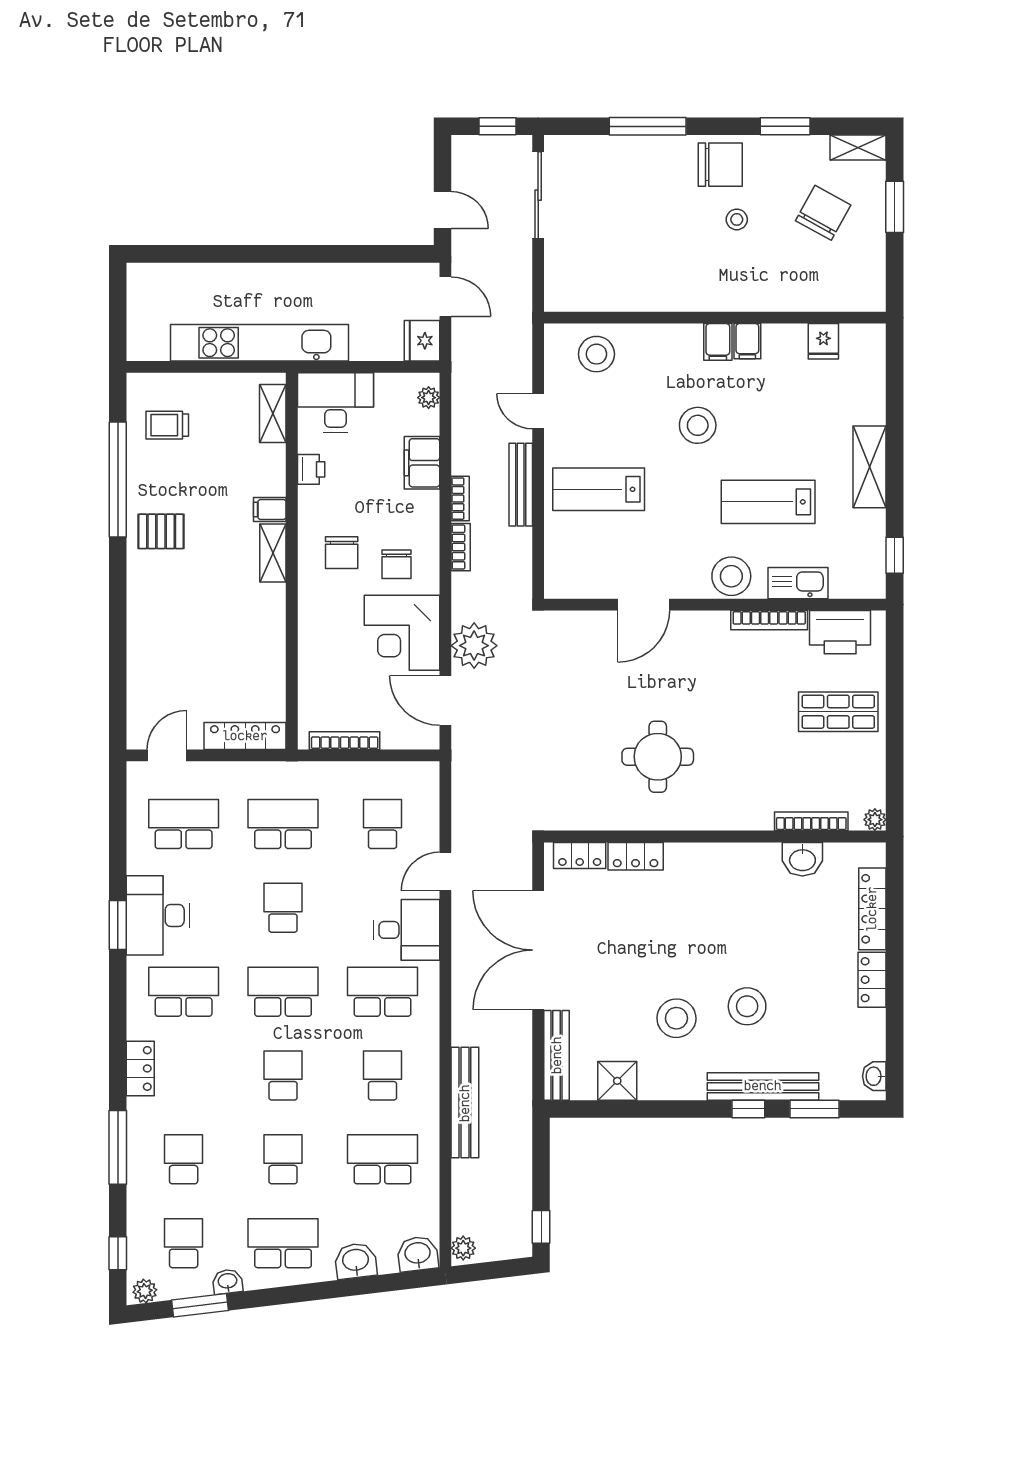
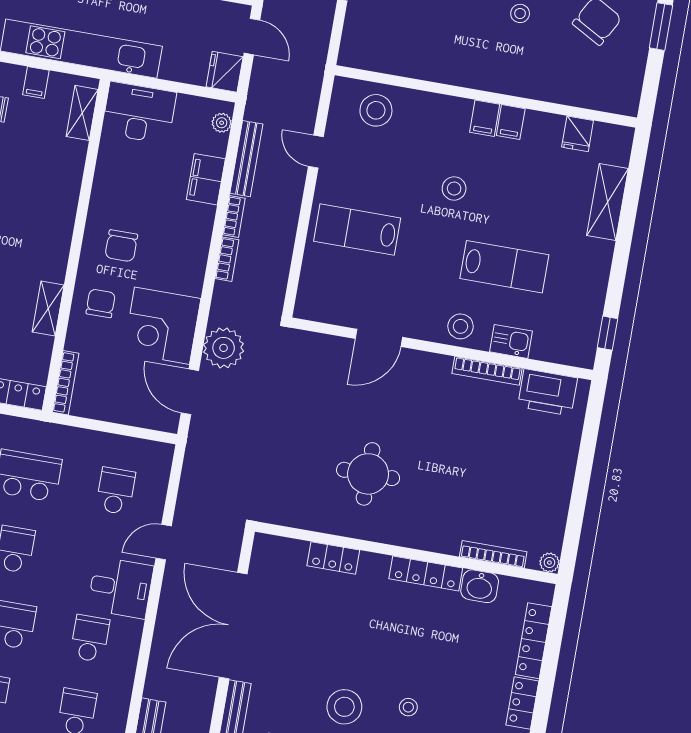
stool: (698, 425) -> (454, 189), width x0.73, depth x0.73
shelving: (870, 467) -> (608, 202), moved
printer: (311, 469) -> (107, 168), removed
bench: (521, 485) -> (246, 159), moved
lab bench: (768, 502) -> (504, 267), turned 180
filing cabinet: (270, 510) -> (36, 82), moved, turned -90
shelving: (273, 553) -> (48, 309), moved
chair: (396, 564) -> (101, 303), moved, turned 180
stool: (731, 576) -> (461, 326), width x0.73, depth x0.73
kitchen sink: (798, 583) -> (511, 341), width x0.73
shop shelf: (838, 712) -> (534, 462), removed
bookcase: (345, 741) -> (66, 383), moved, turned 90
locker: (580, 855) -> (426, 573), moved, width x1.53
school desk: (382, 992) -> (90, 638), width x0.54
stool: (747, 1006) -> (408, 707), width x0.53, depth x0.53

